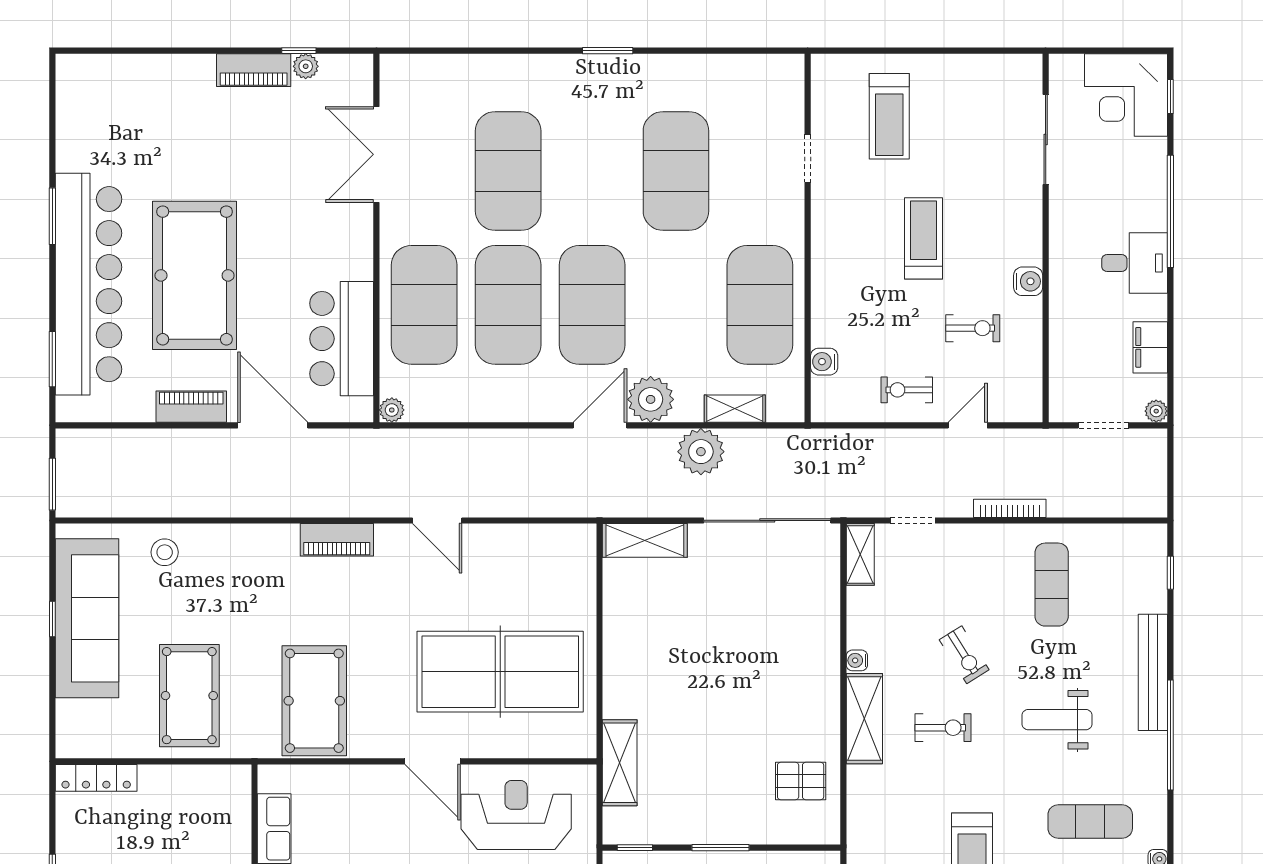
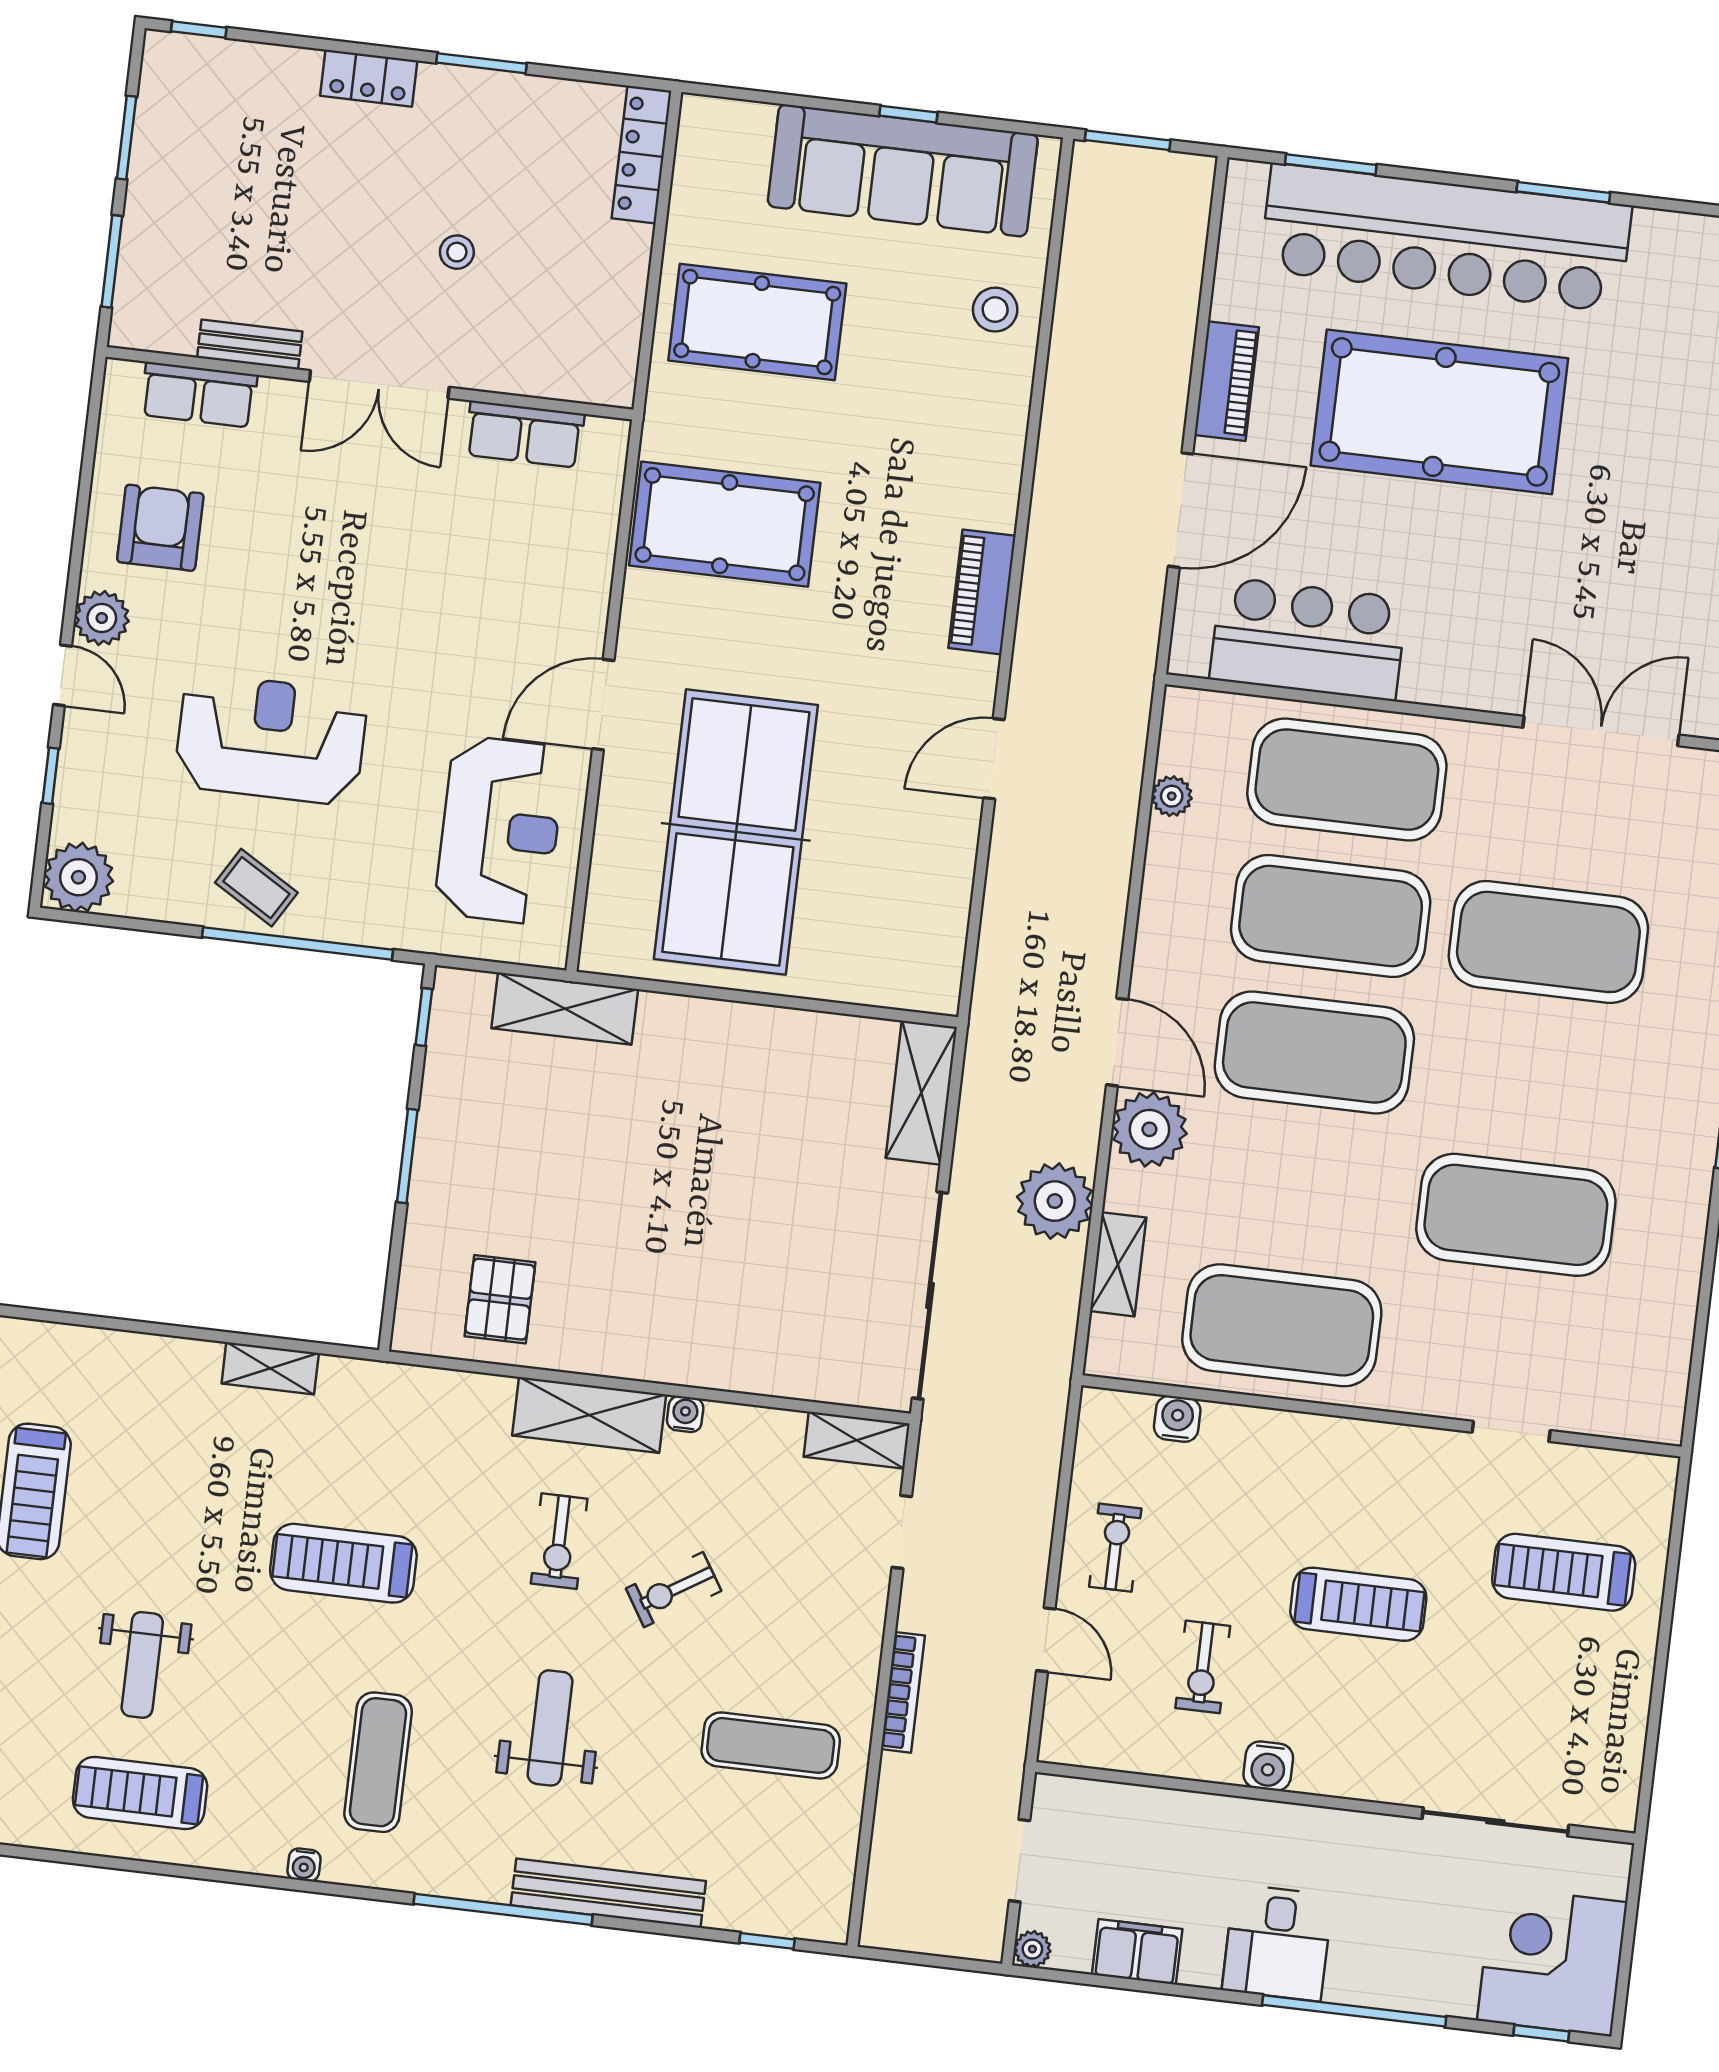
plant: (392, 410) -> (1172, 796), moved

